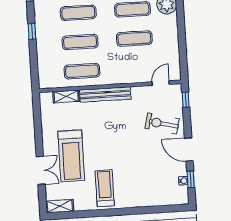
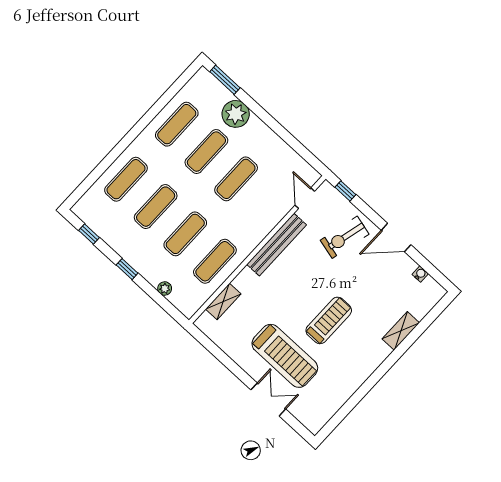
plant: (42, 60) -> (165, 289), added
bench: (105, 94) -> (277, 245), moved
window: (191, 179) -> (426, 265), removed
treadmill: (105, 188) -> (329, 320), moved, turned 90
shelving: (60, 206) -> (401, 331), moved

